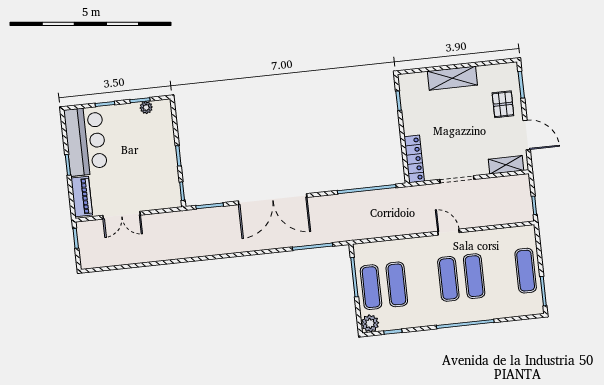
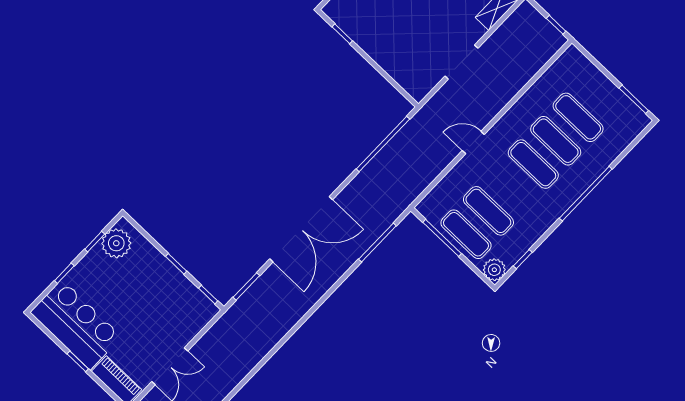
plant: (146, 107) -> (116, 243), width x1.88, depth x1.88
locker: (414, 159) -> (404, 77), removed
door: (449, 232) -> (473, 143), moved
exercise mat: (526, 271) -> (578, 117), moved

